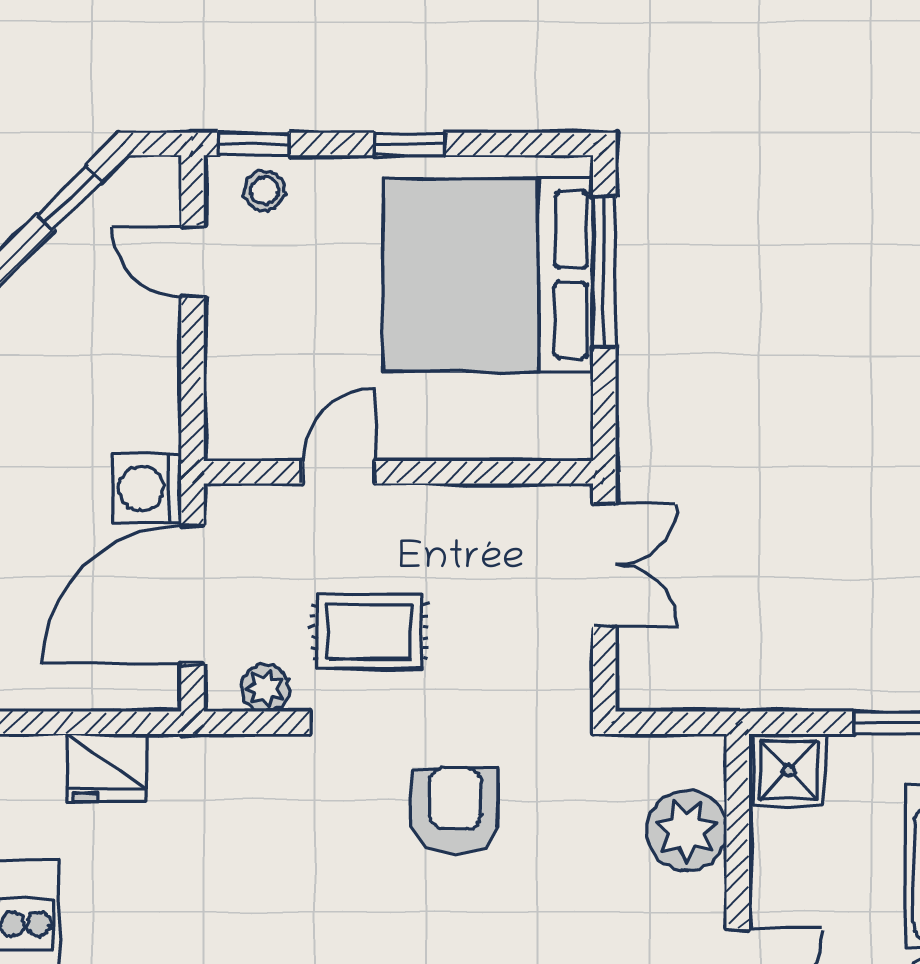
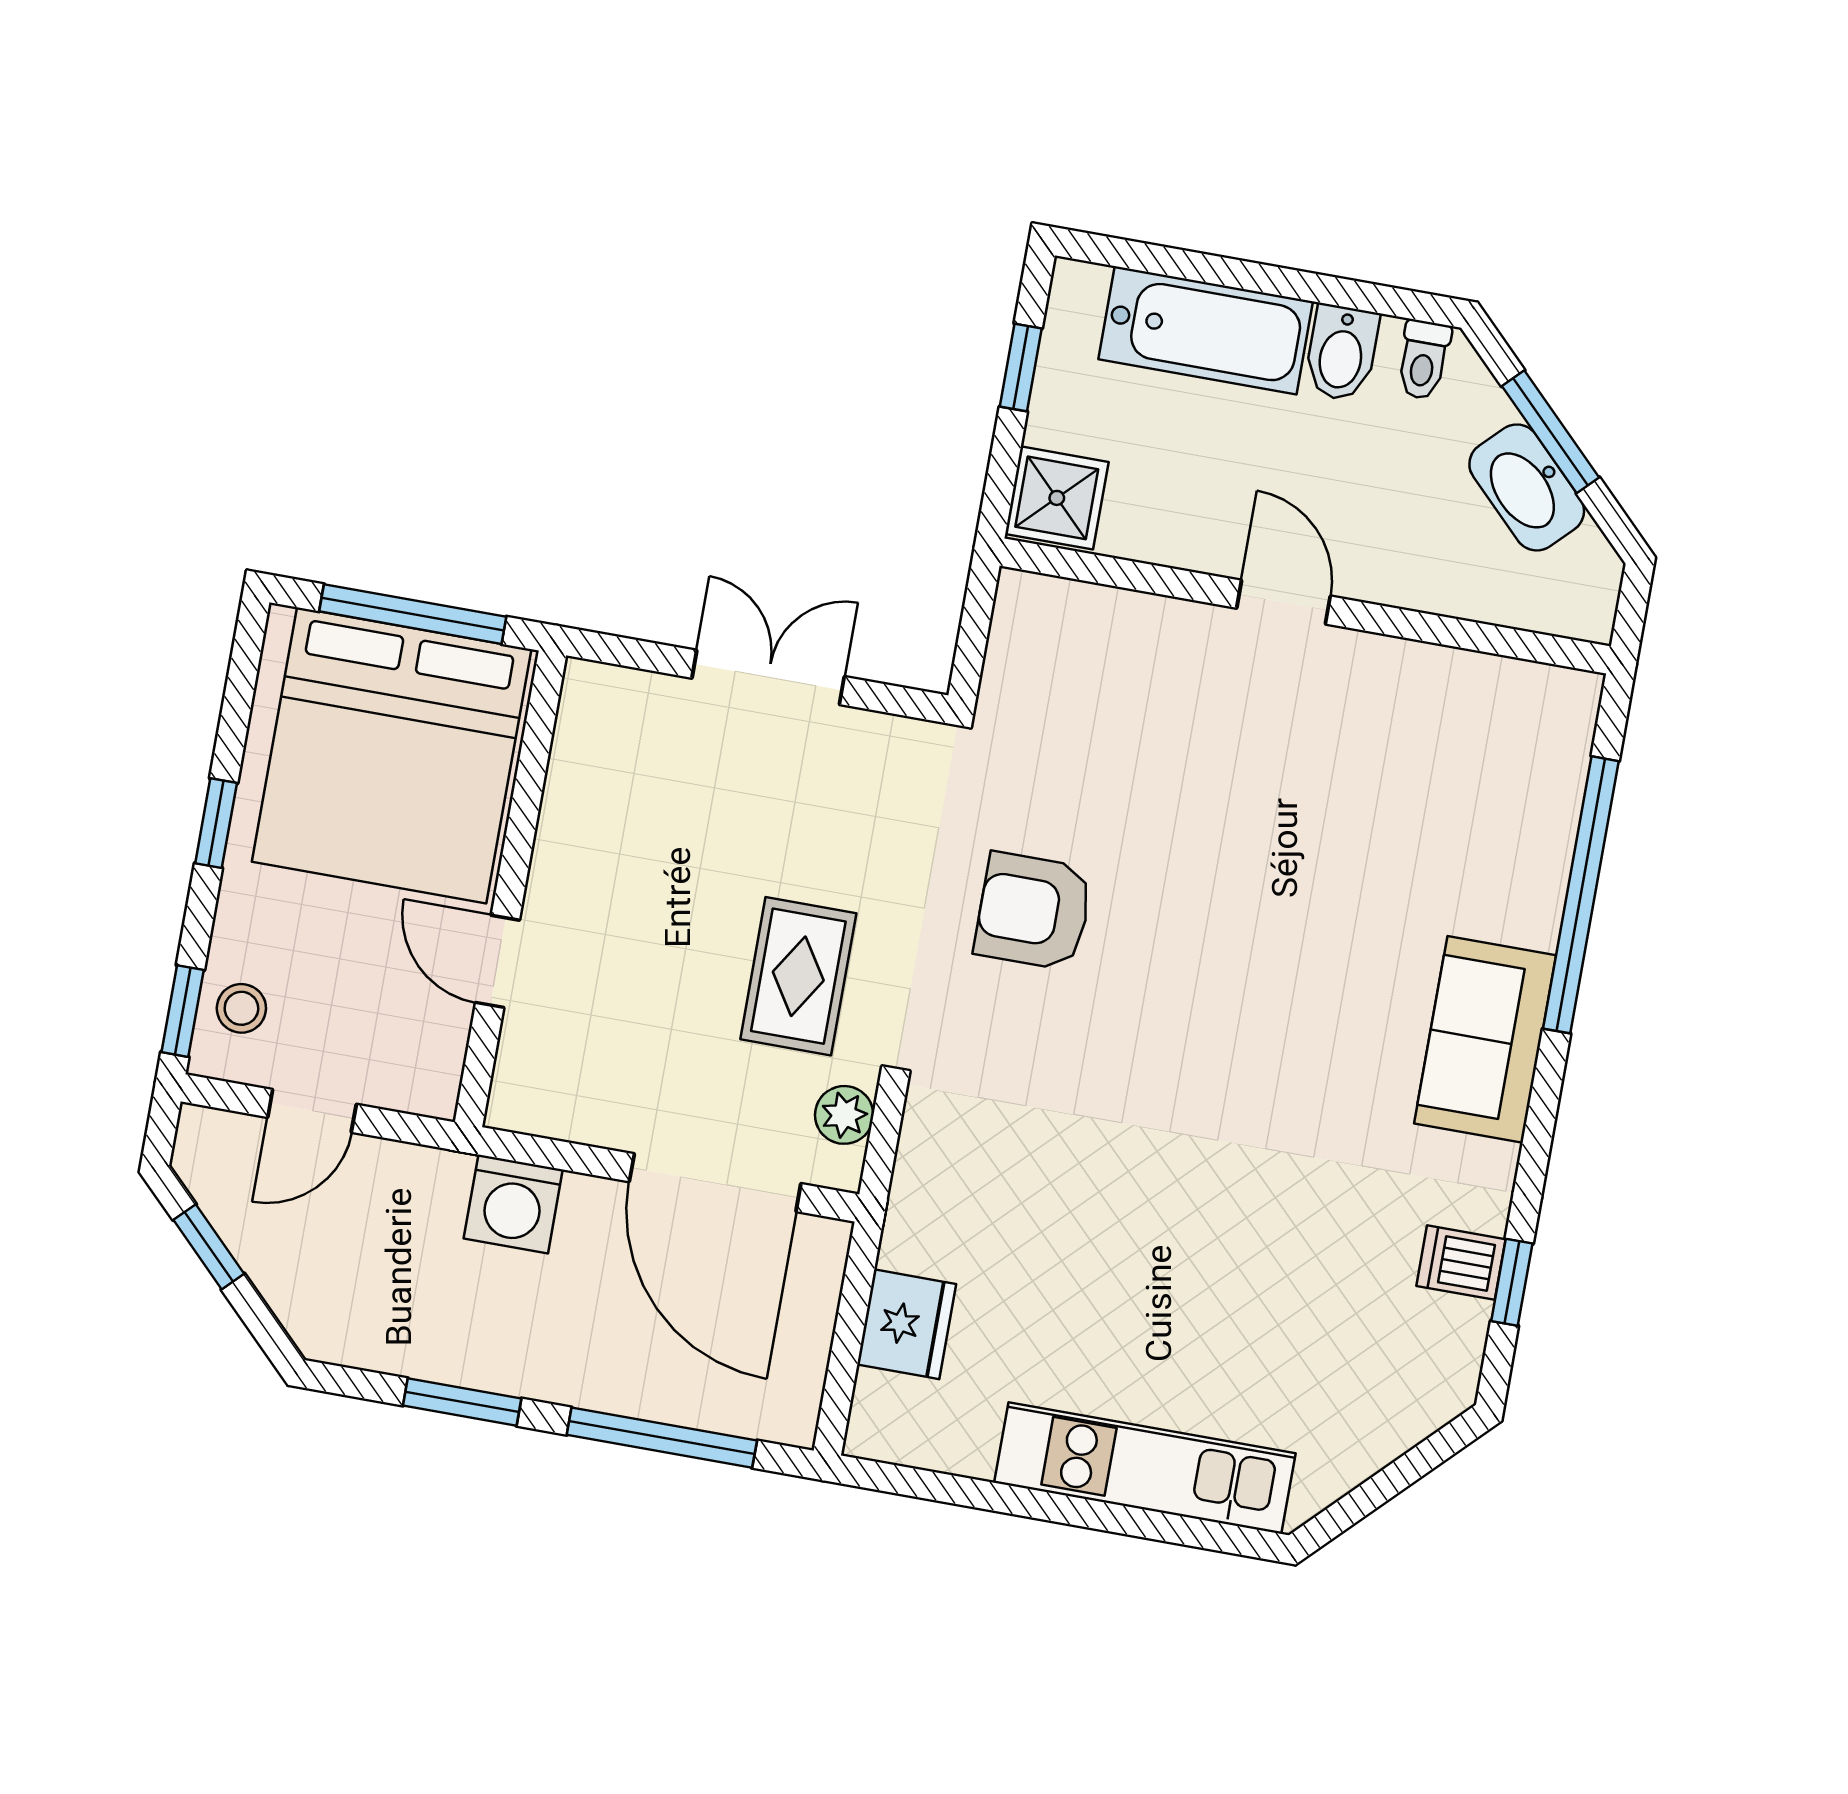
door: (338, 472) -> (498, 961), moved
wall: (398, 472) -> (510, 889), moved
washing machine: (147, 489) -> (513, 1204), moved
plant: (686, 830) -> (1108, 635), removed

